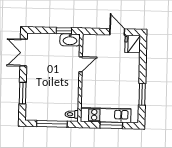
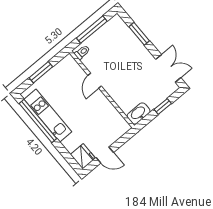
window: (64, 31) -> (163, 106), moved
door: (81, 64) -> (95, 81), moved
window: (142, 94) -> (38, 121), width x2.11
kitchen unit: (106, 115) -> (48, 116), moved, turned -90

